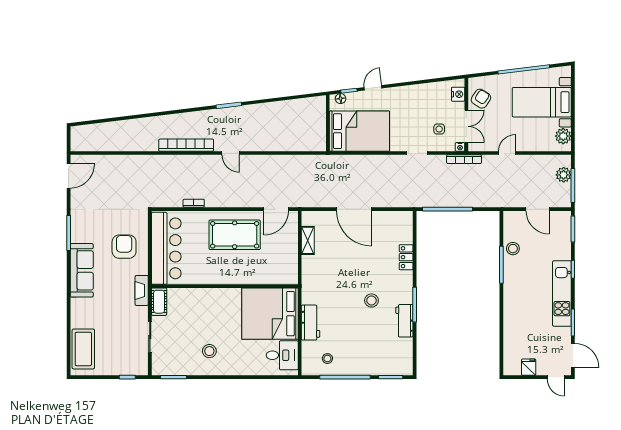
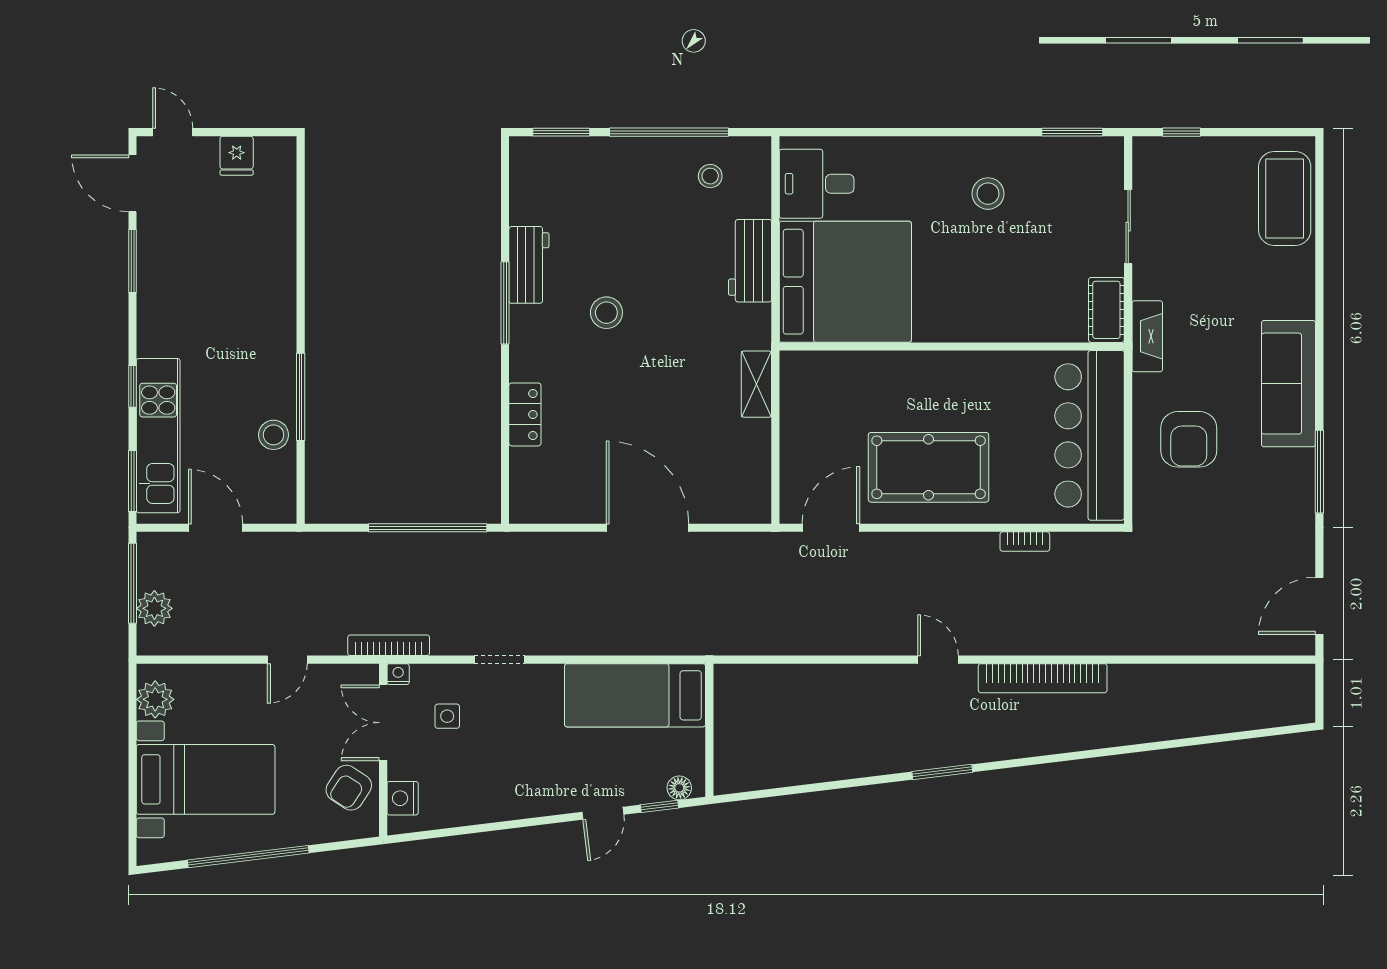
bed: (359, 131) -> (635, 695), width x0.67
shelving: (308, 240) -> (756, 384), moved
kitchen unit: (562, 294) -> (158, 436), moved

